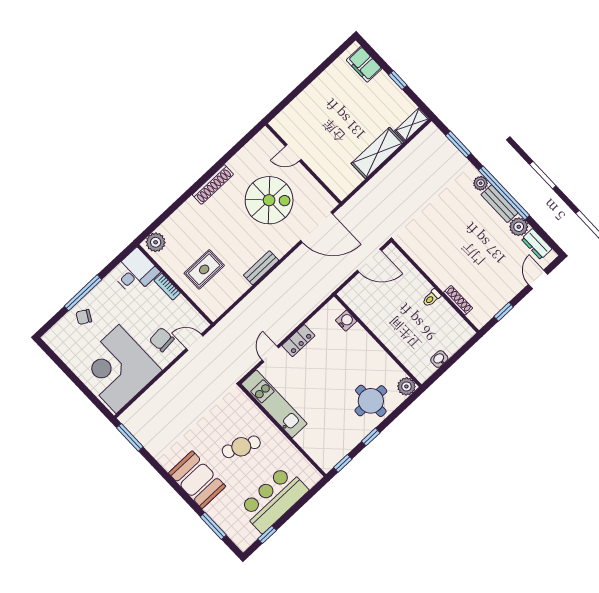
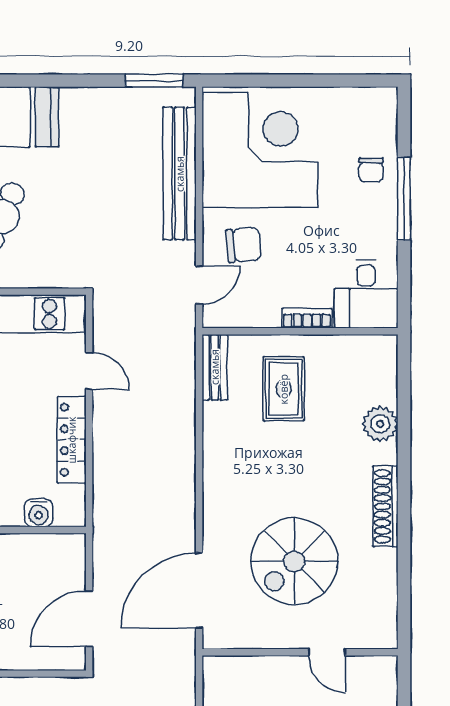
door: (293, 153) -> (327, 652), swing flipped
plant: (156, 242) -> (380, 424), moved
bench: (261, 268) -> (215, 367), moved
chair: (84, 317) -> (371, 170), turned 150
locker: (298, 341) -> (72, 440), width x1.53
bench: (157, 392) -> (180, 174), added

